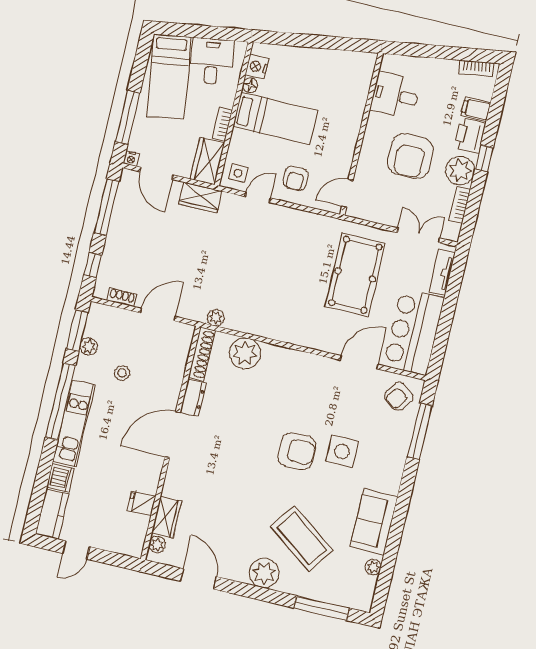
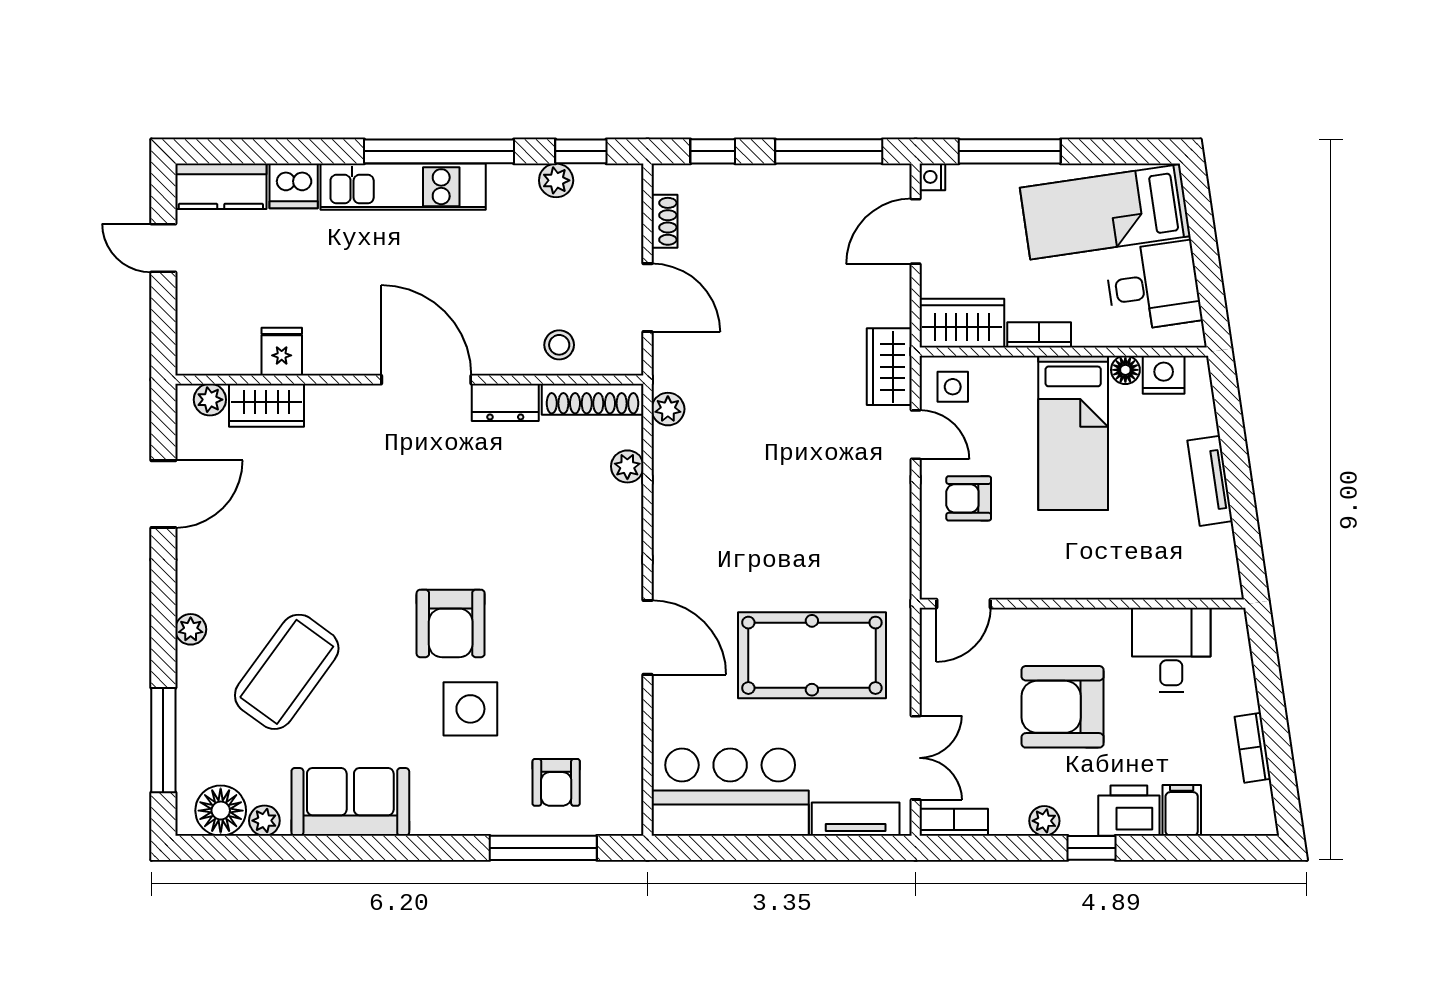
tv unit: (315, 56) -> (1210, 481), added
bookcase: (476, 68) -> (1253, 748), moved
plant: (460, 171) -> (1044, 821), width x0.53, depth x0.53
door: (347, 193) -> (963, 604), swing flipped
wardrobe: (200, 198) -> (889, 367), moved
bookcase: (460, 205) -> (954, 822), moved
window: (77, 331) -> (581, 151), width x0.67
plant: (245, 353) -> (627, 466), width x0.53, depth x0.53
door: (359, 362) -> (647, 637), moved
stool: (122, 373) -> (559, 345), moved
armchair: (399, 396) -> (556, 782), moved, turned -127
plant: (264, 573) -> (191, 629), width x0.53, depth x0.53
floor lamp: (363, 588) -> (221, 811), added

